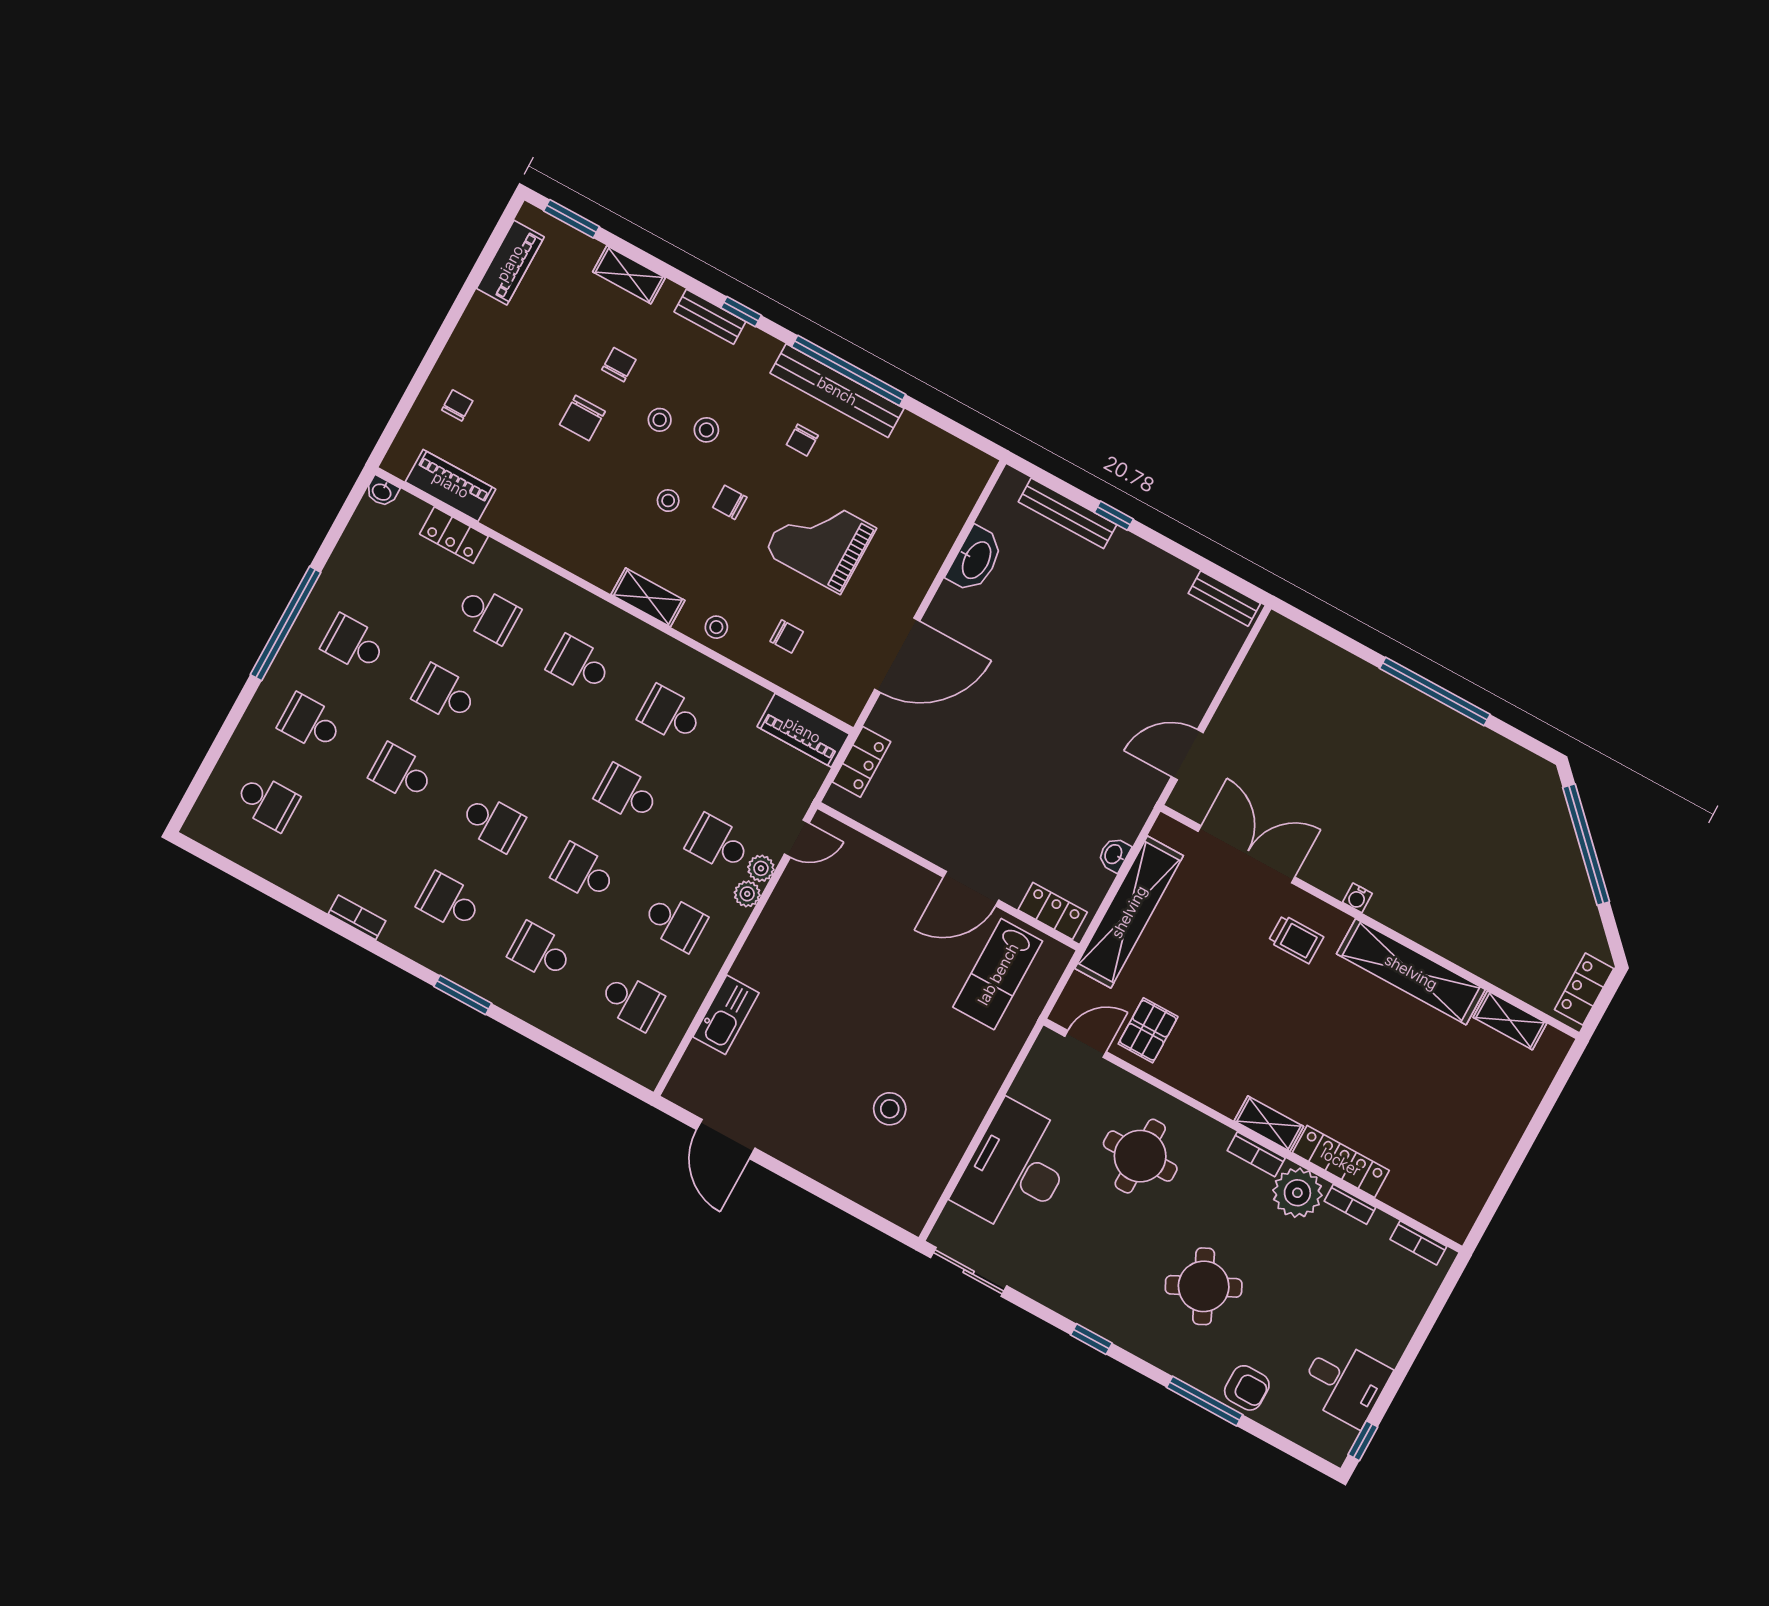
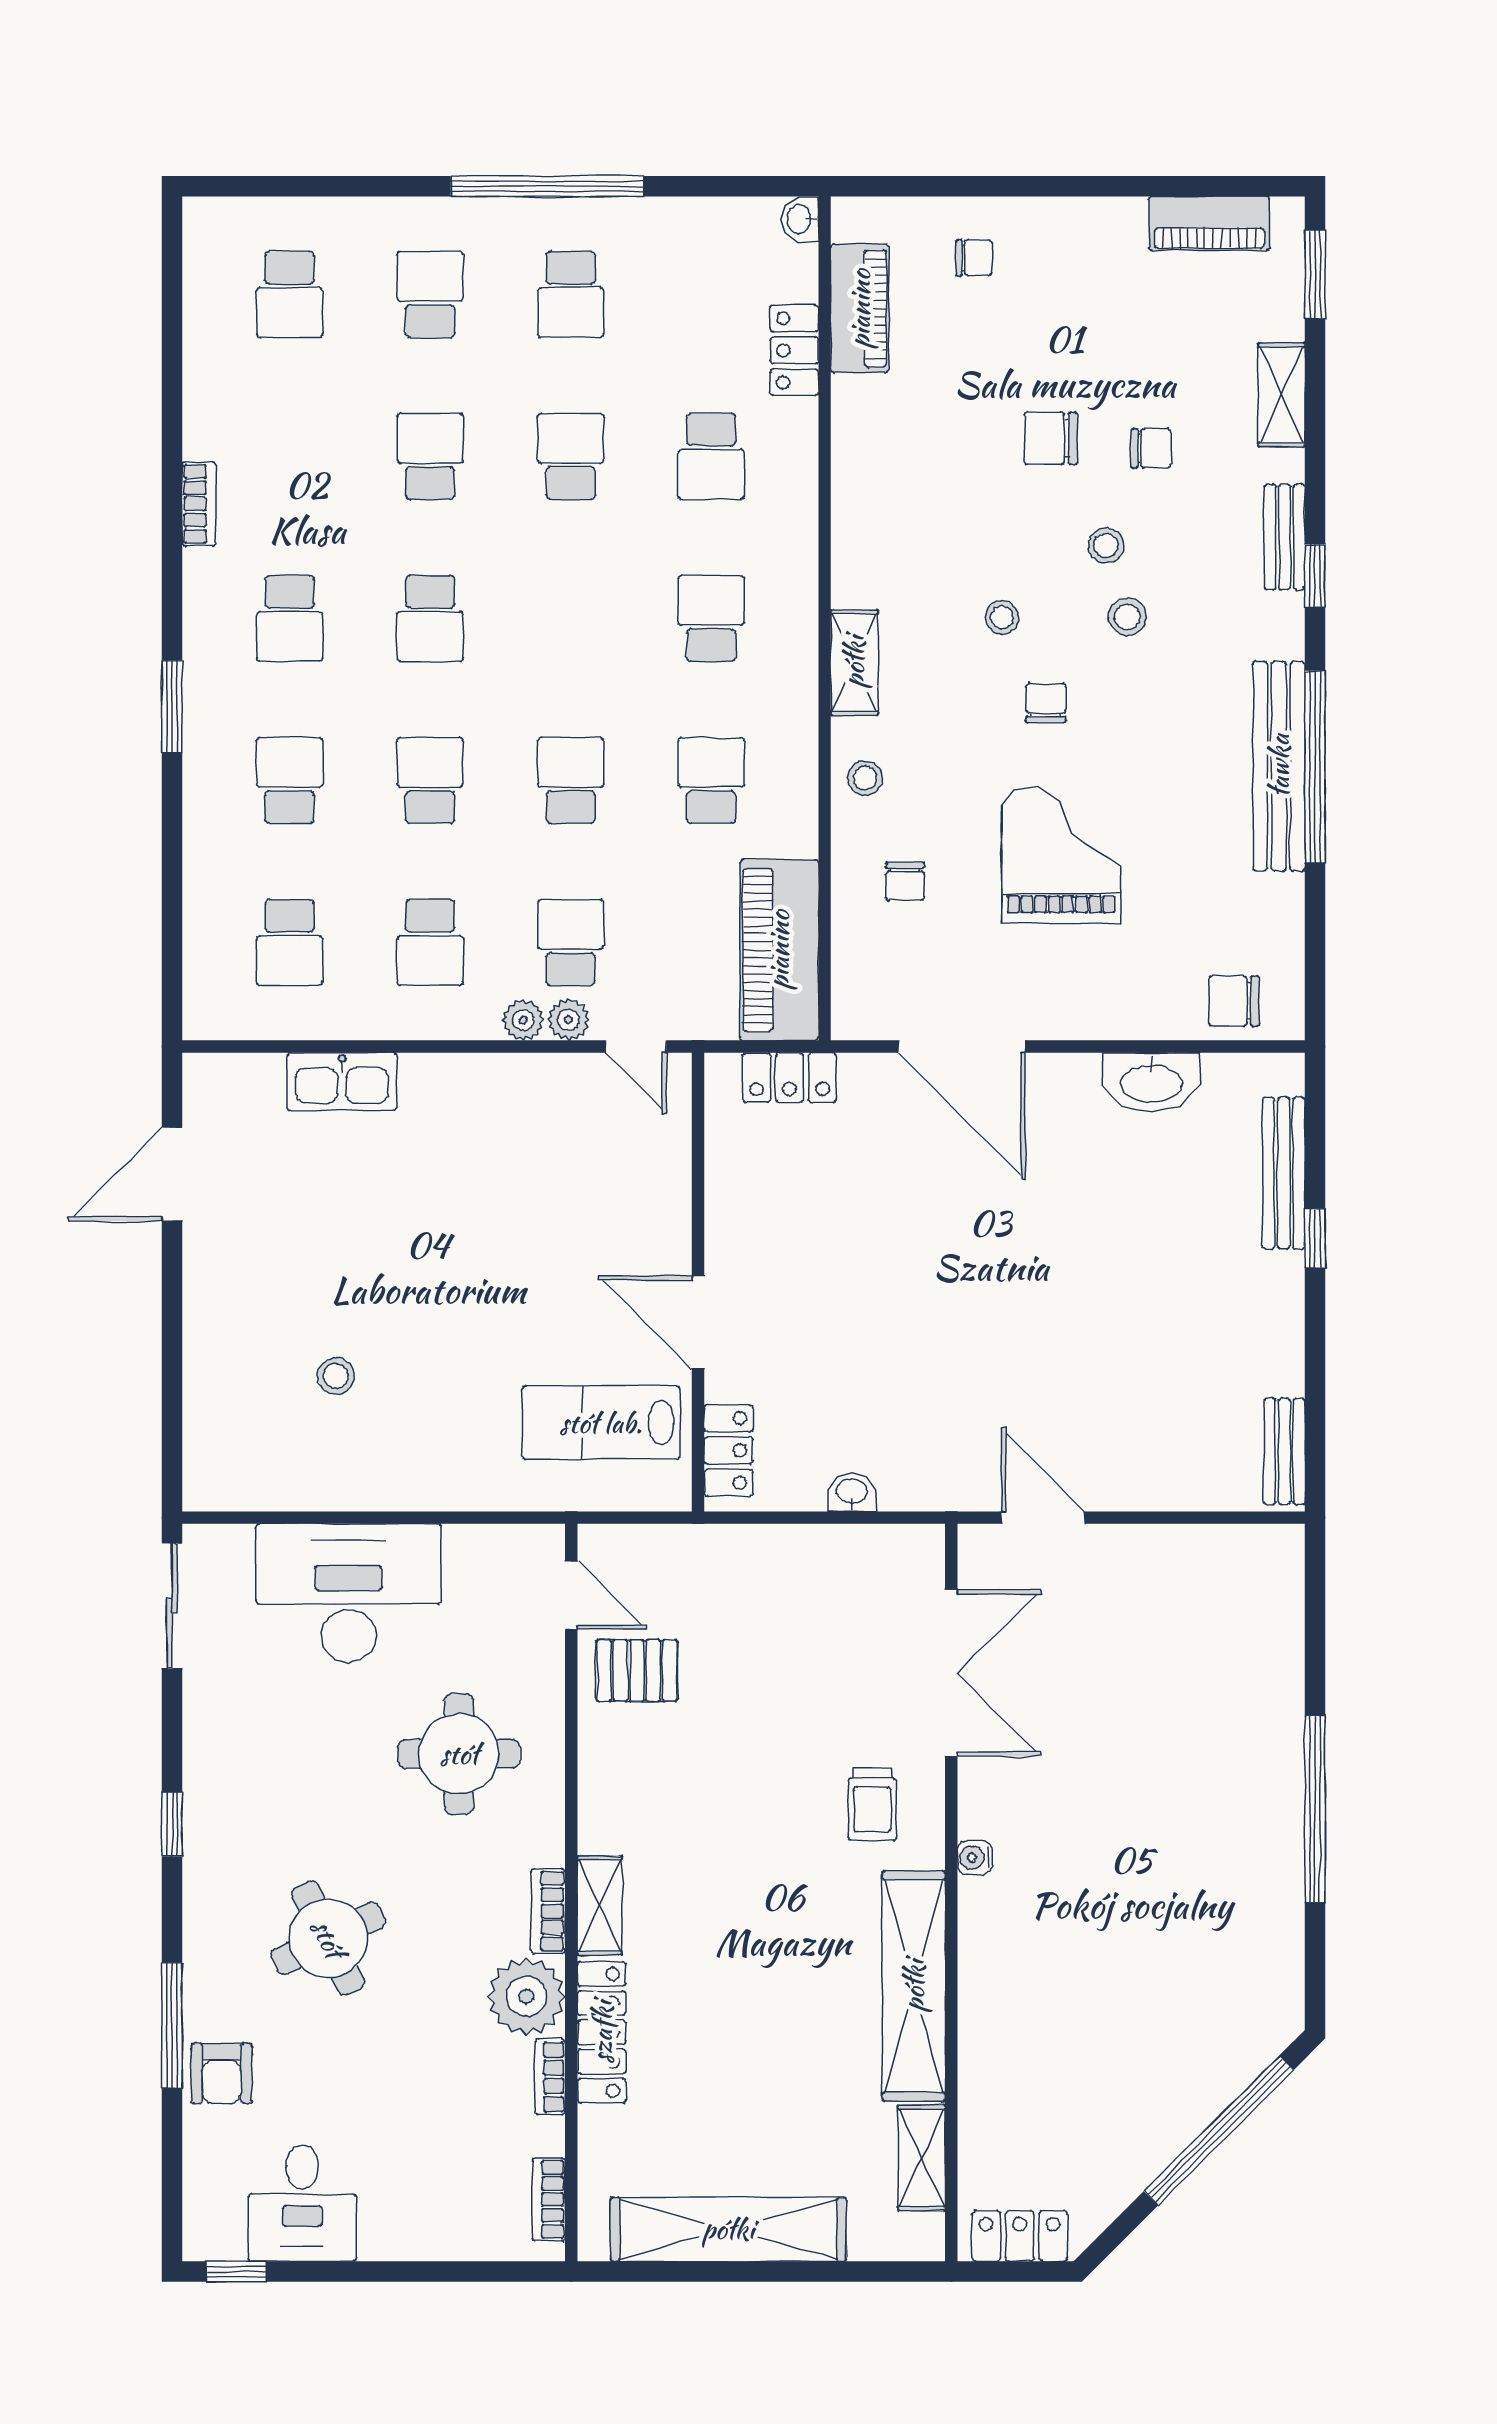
chair: (802, 440) -> (1234, 1001), moved, width x1.37, depth x1.37
school desk: (354, 644) -> (571, 294), turned 180
piano: (803, 730) -> (779, 950), width x1.37, depth x1.33
school desk: (449, 902) -> (290, 618), turned 180
shelving: (1129, 912) -> (728, 2229), moved
stool: (890, 1109) -> (336, 1376), width x0.73, depth x0.73

